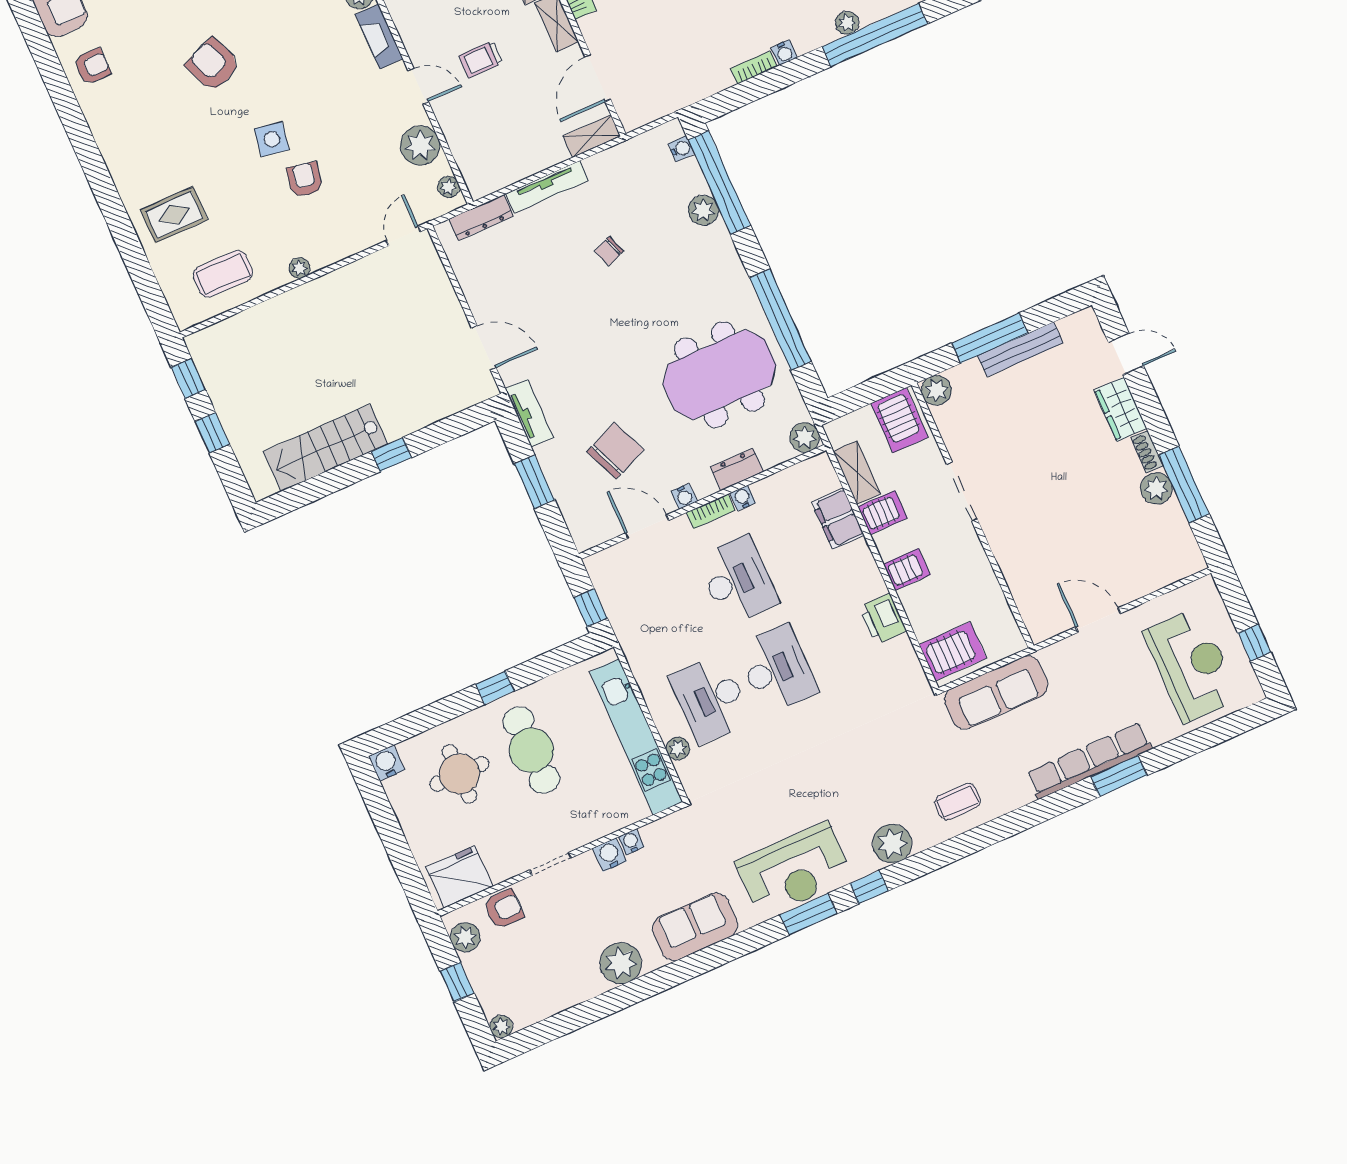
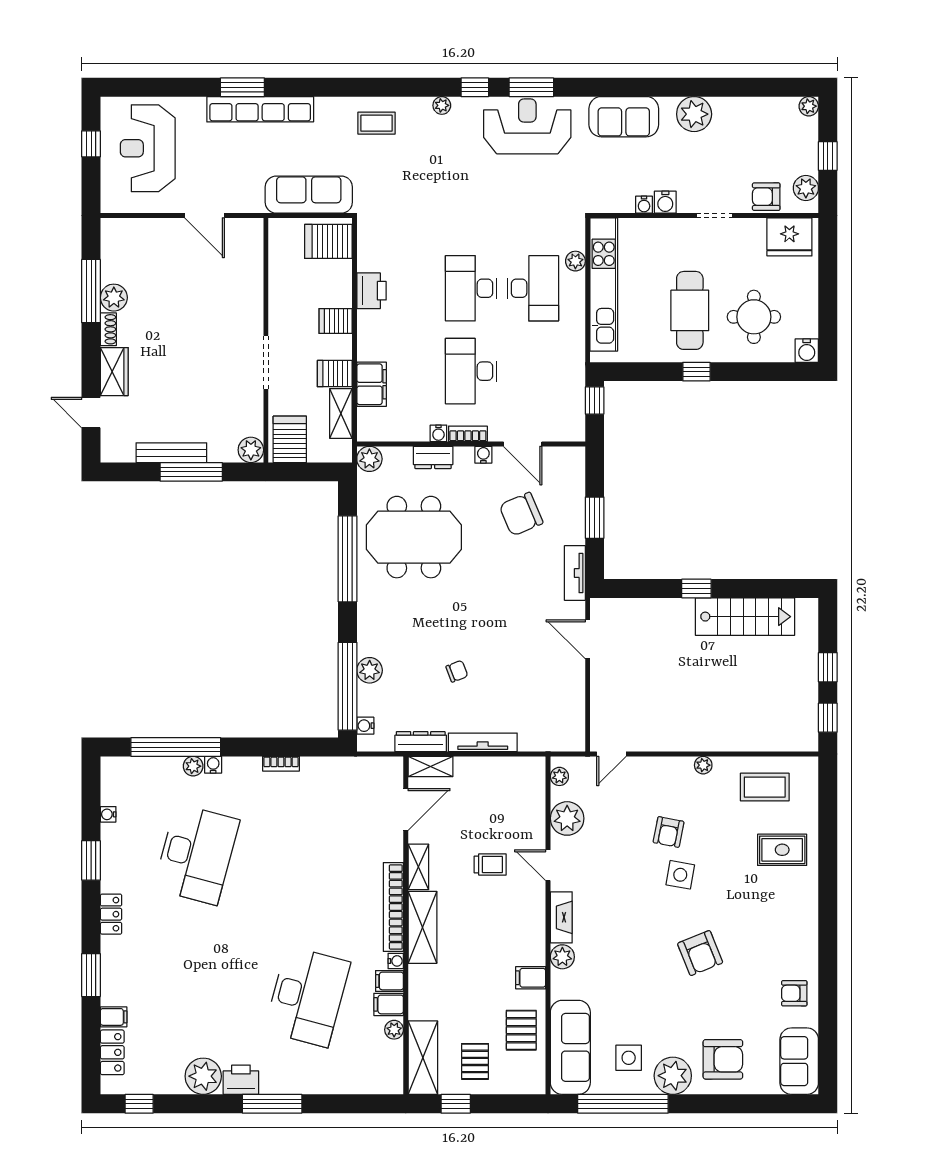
water cooler: (784, 53) -> (213, 765), moved
dresser: (481, 217) -> (421, 742), moved
plant: (892, 843) -> (442, 105), width x0.53, depth x0.53

